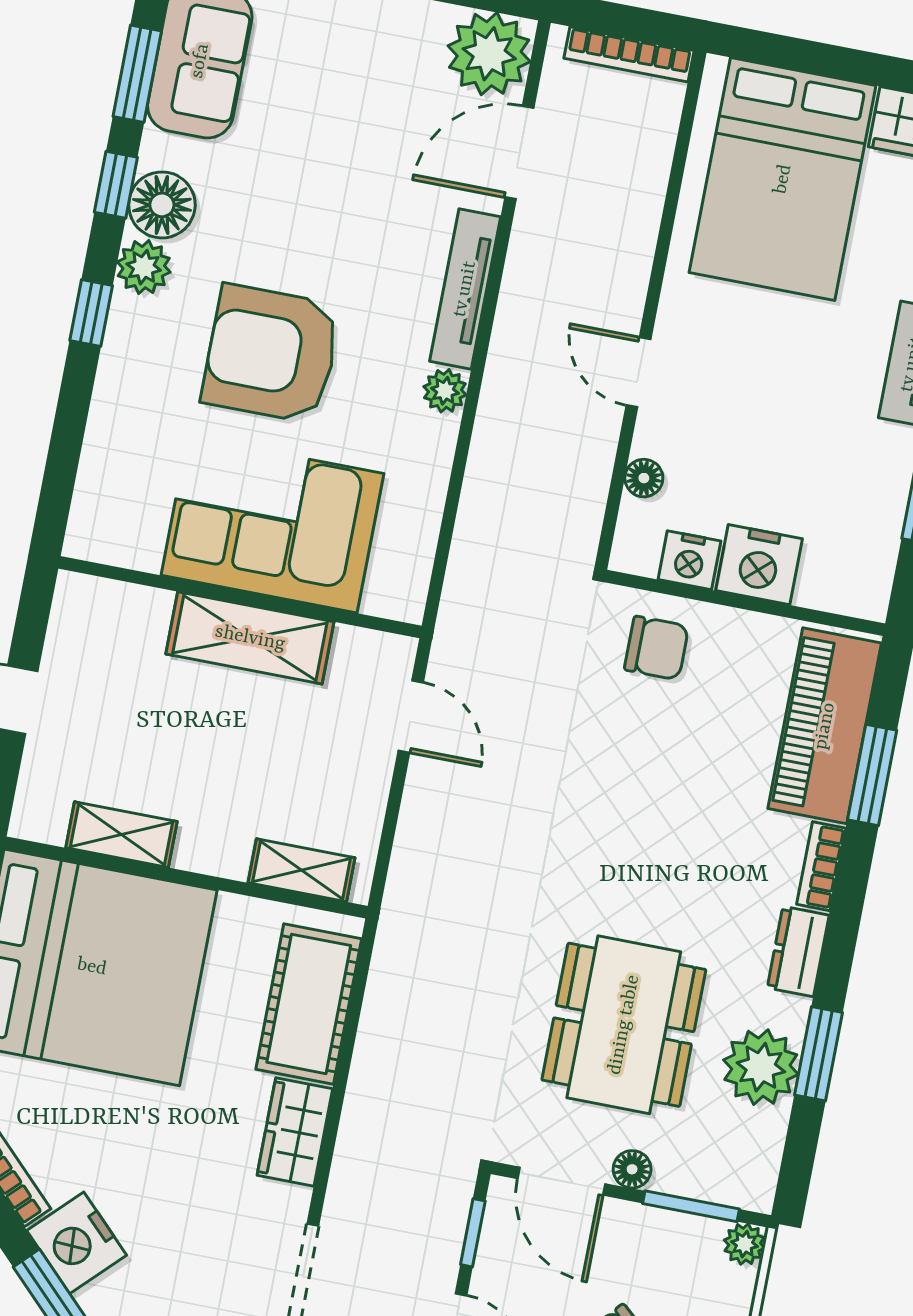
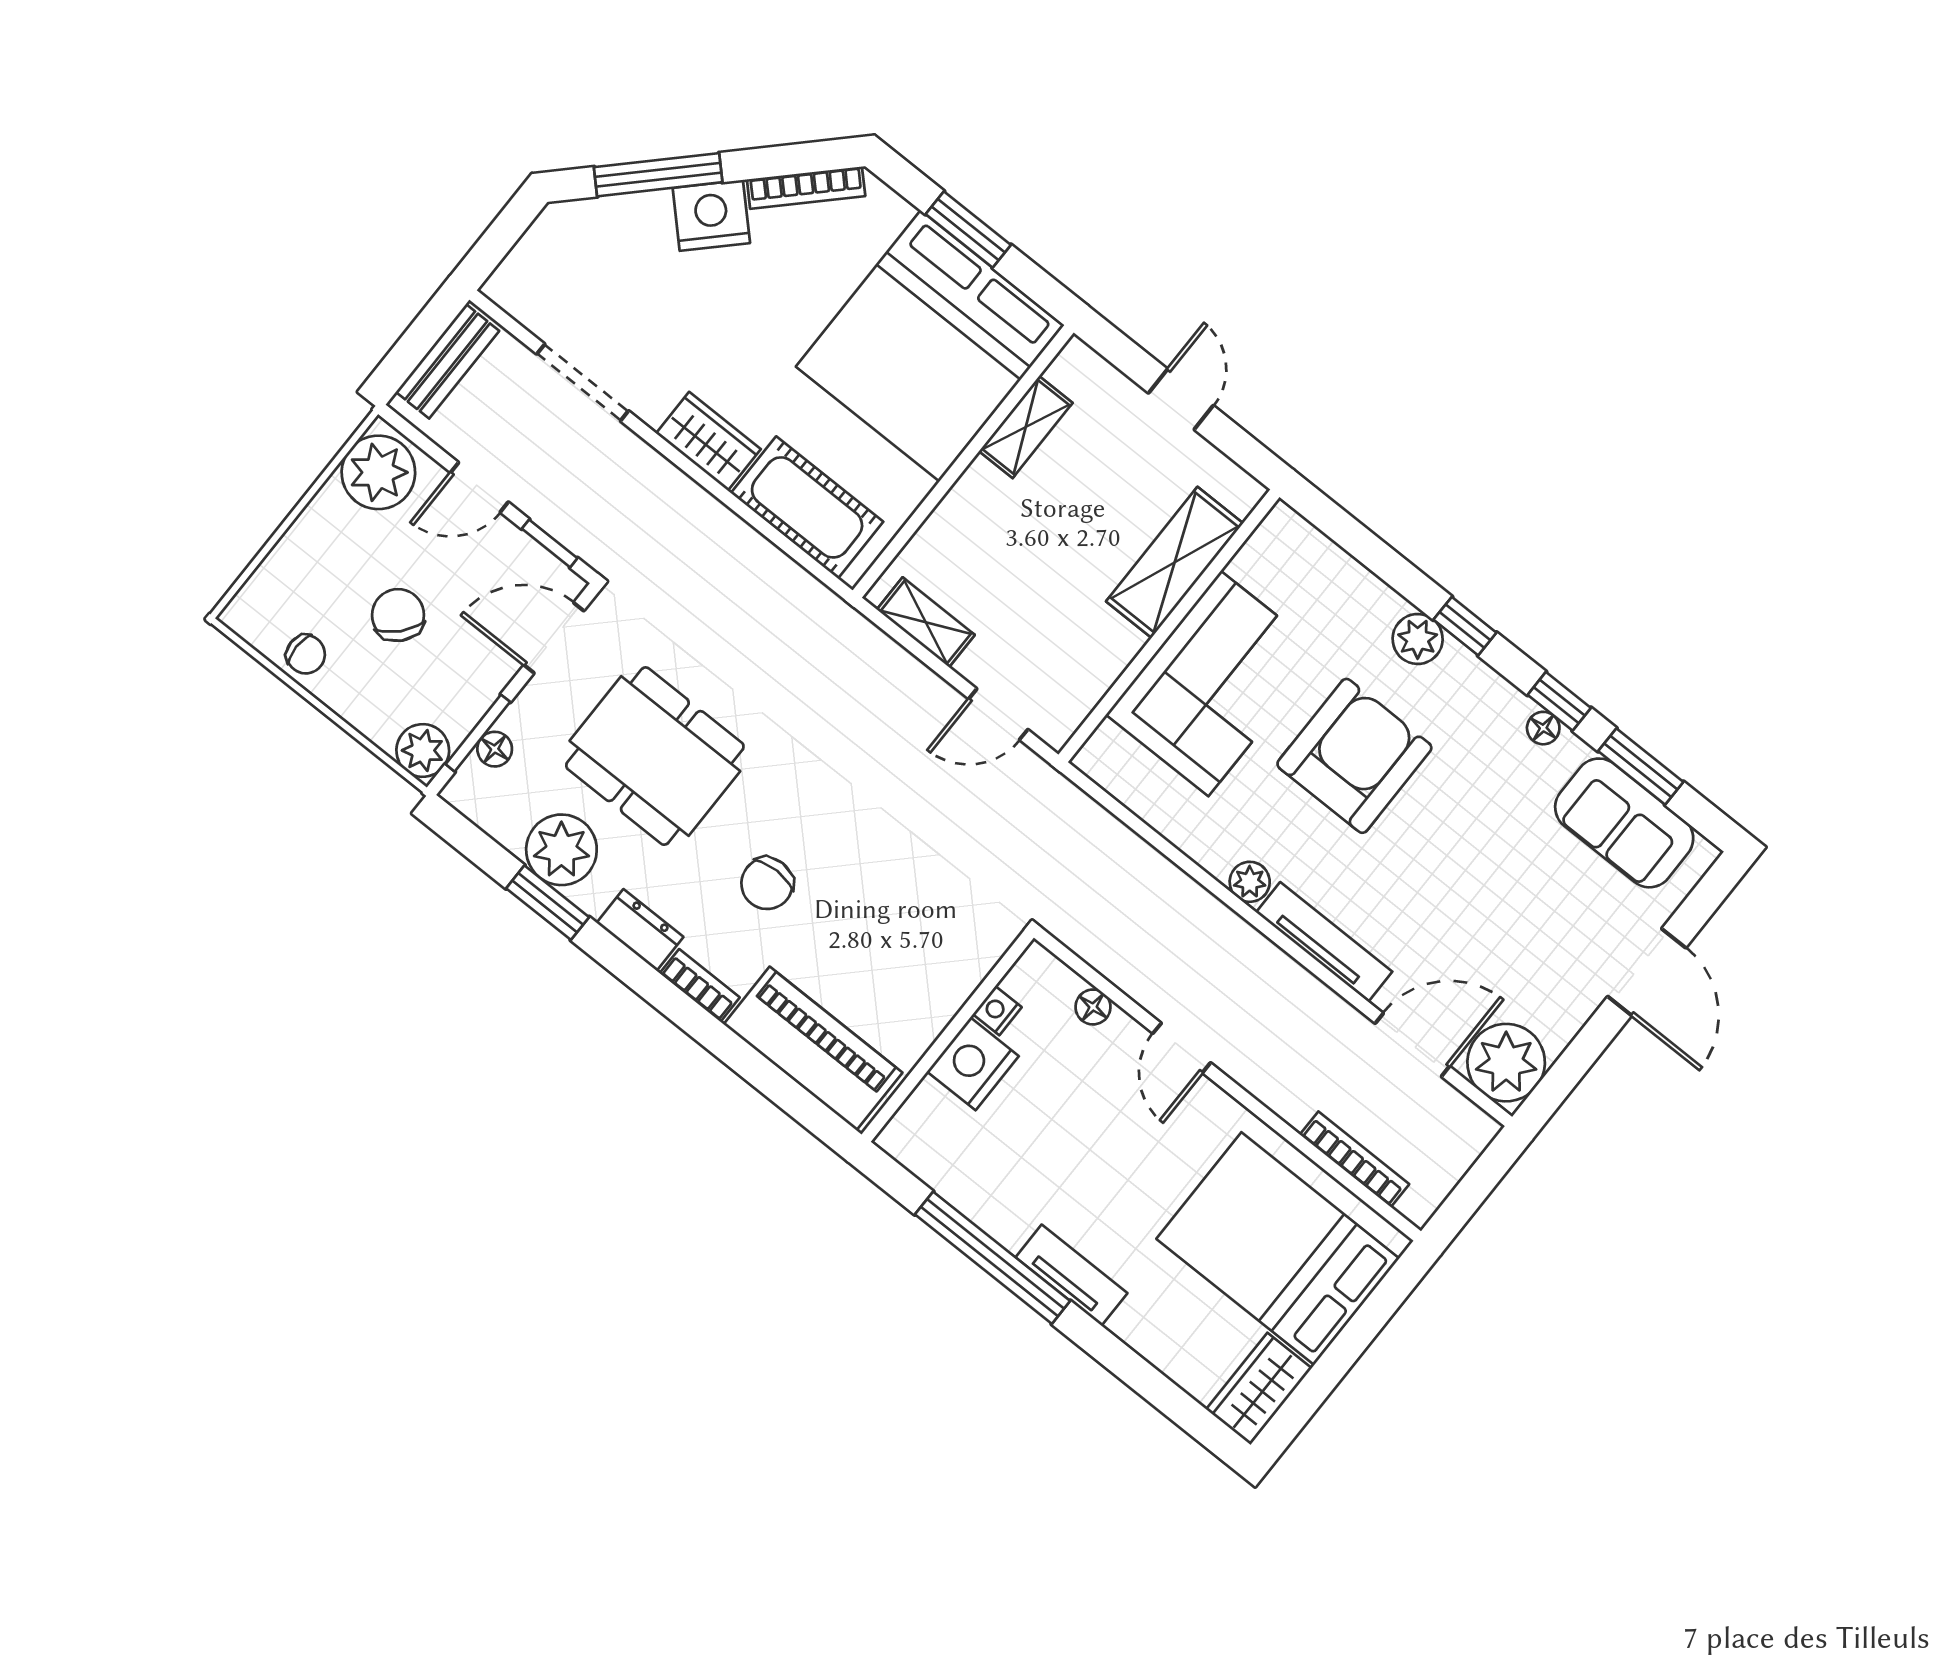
bookcase: (629, 54) -> (1355, 1159), moved, turned 90
door: (519, 153) -> (1412, 1045), hinge flipped
floor lamp: (162, 205) -> (1543, 728), width x0.53, depth x0.53
plant: (144, 267) -> (1418, 639), moved
door: (639, 372) -> (1182, 1048), swing flipped
nightstand: (689, 560) -> (997, 1011), width x0.72, depth x0.74
shelving: (250, 638) -> (1175, 562), moved
chair: (656, 648) -> (767, 883), moved
window: (872, 775) -> (752, 1066), removed
shelving: (301, 870) -> (926, 622), moved, turned 90
floor lamp: (632, 1169) -> (495, 749), moved
plant: (745, 1244) -> (423, 750), width x1.38, depth x1.38

